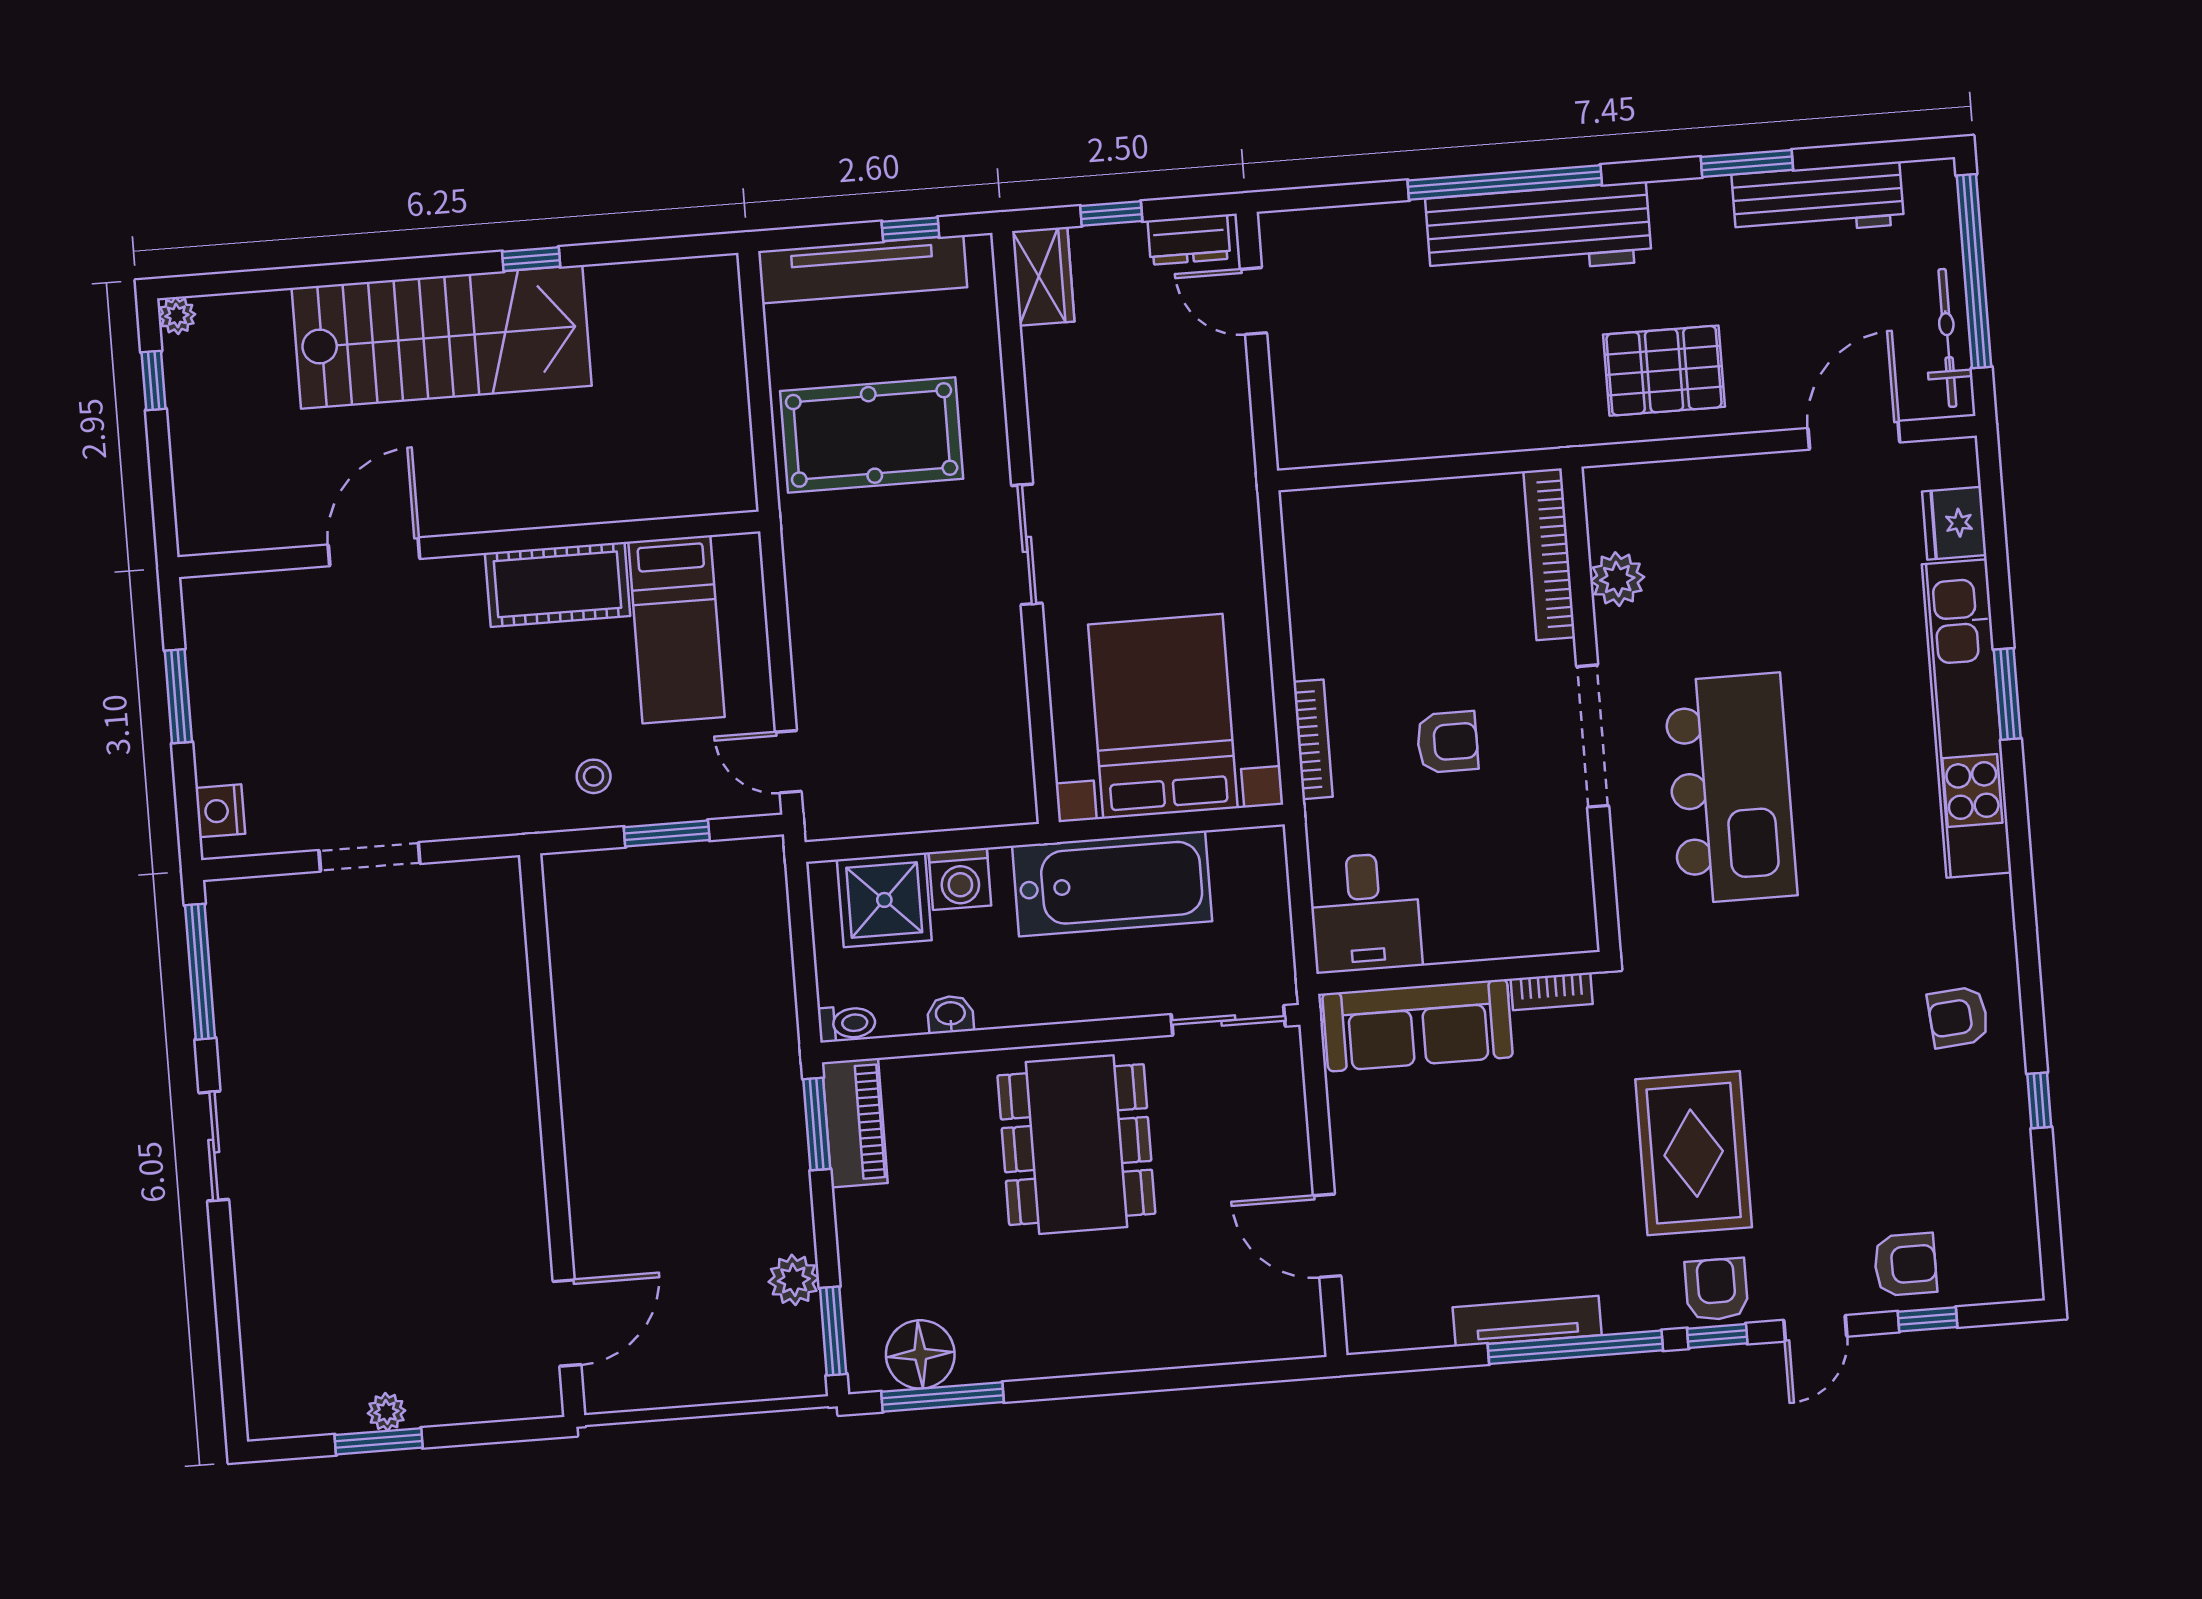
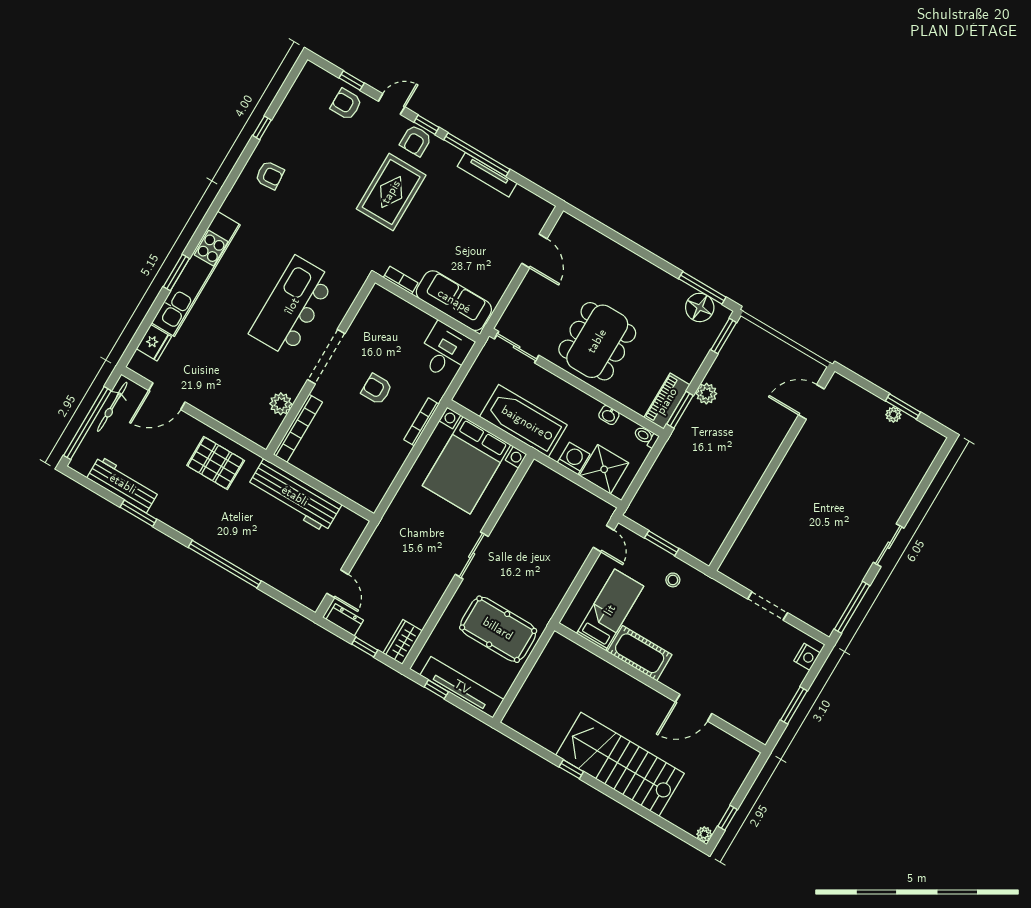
workbench: (1539, 230) -> (295, 496), moved, turned 180
plant: (794, 1280) -> (706, 394), moved

